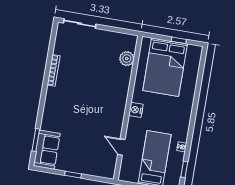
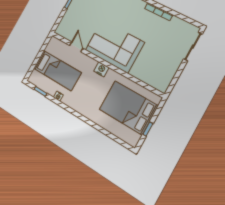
plant: (127, 59) -> (147, 77), removed
corner sofa: (106, 104) -> (115, 46), added
door: (121, 147) -> (76, 47), hinge flipped

